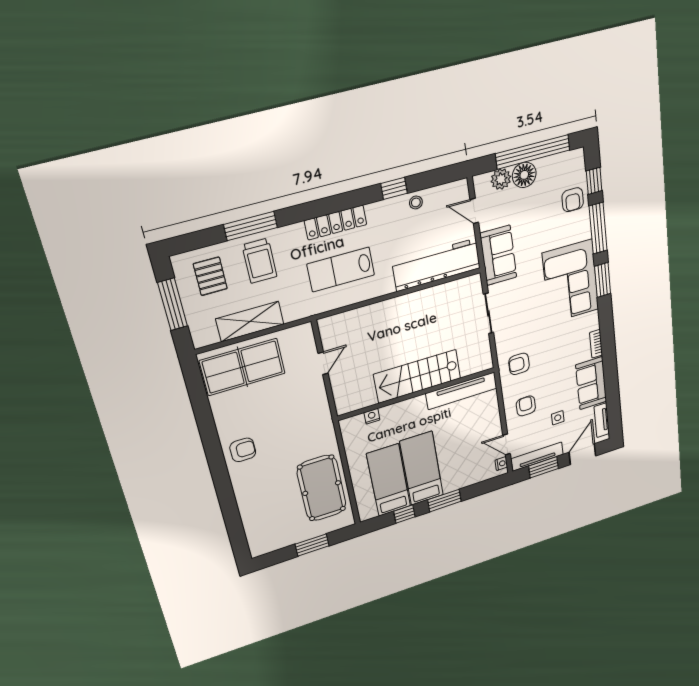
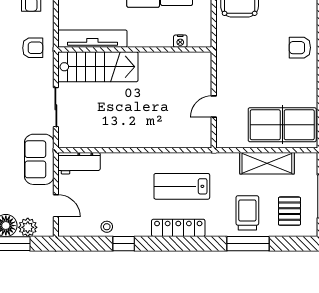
workbench: (436, 265) -> (79, 163), width x0.53, depth x0.76
lab bench: (341, 270) -> (182, 186), turned 180
stairs: (417, 376) -> (98, 67), moved

